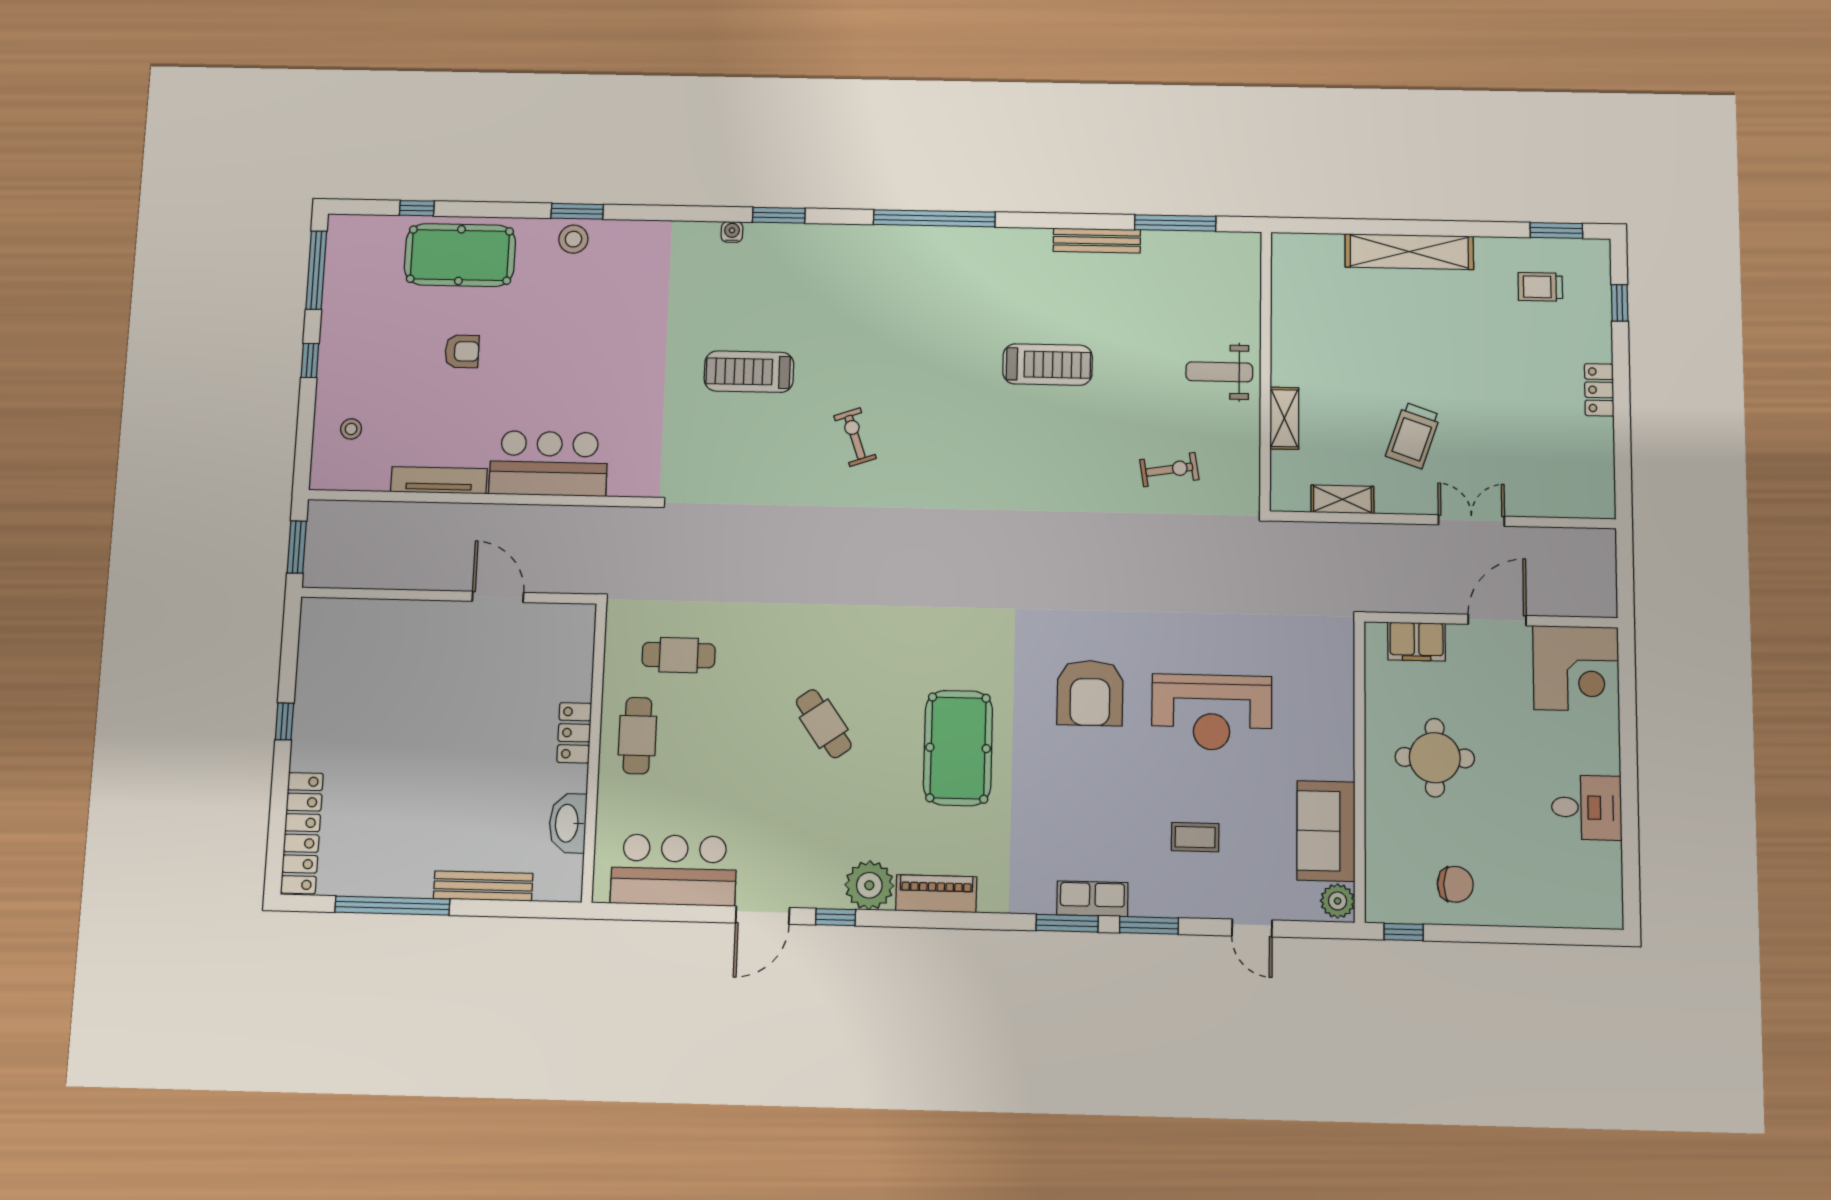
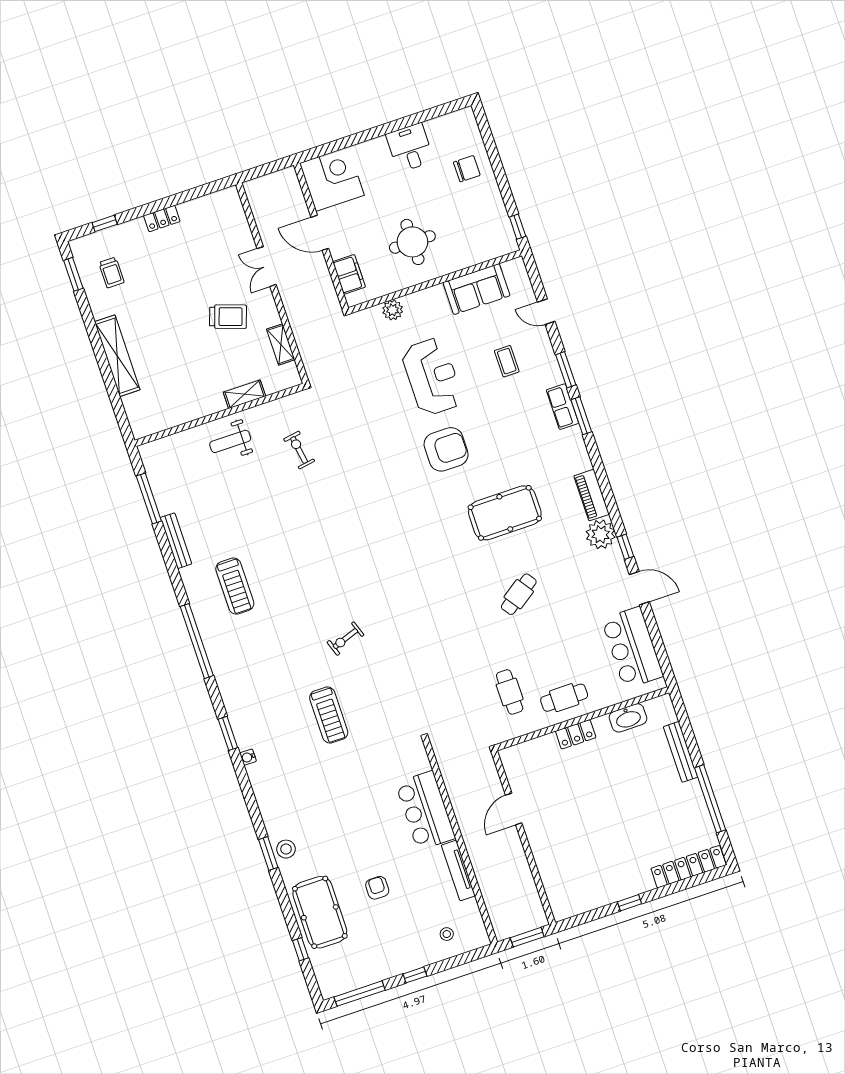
treadmill: (1048, 365) -> (235, 586), moved, turned 180
weight bench: (1219, 372) -> (230, 441), turned 90
chair: (1455, 884) -> (467, 169), moved, turned 90
plant: (1338, 901) -> (393, 310), moved
door: (1252, 928) -> (546, 312), swing flipped

